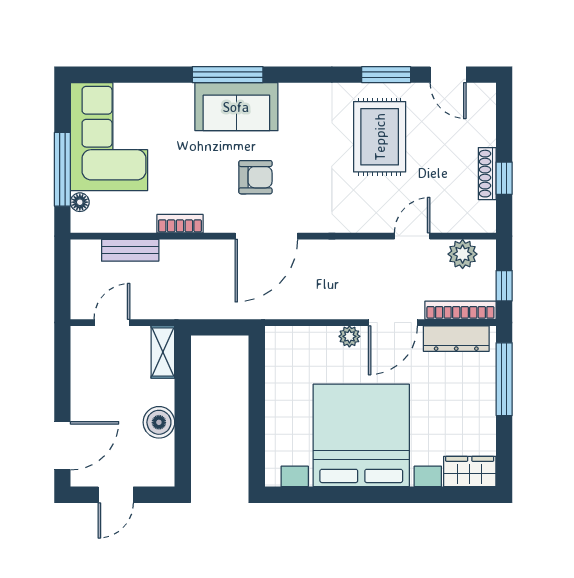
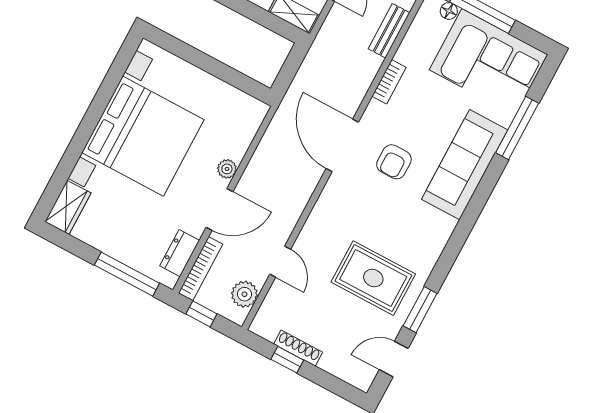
window: (228, 75) -> (517, 128), moved
sofa: (236, 107) -> (465, 165), width x1.36
door: (393, 323) -> (220, 209), swing flipped
dresser: (456, 339) -> (180, 253), width x0.70

